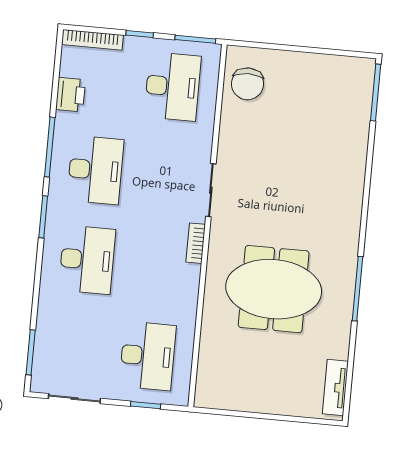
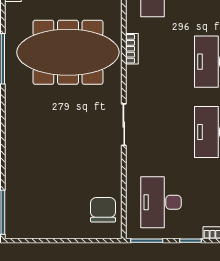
bookcase: (196, 243) -> (132, 49), moved
meeting table: (274, 289) -> (68, 52), width x1.36

